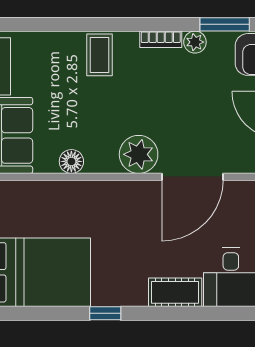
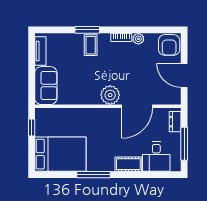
window: (225, 24) -> (87, 30), moved
floor lamp: (71, 161) -> (76, 99), removed
window: (105, 313) -> (93, 175), width x2.17

